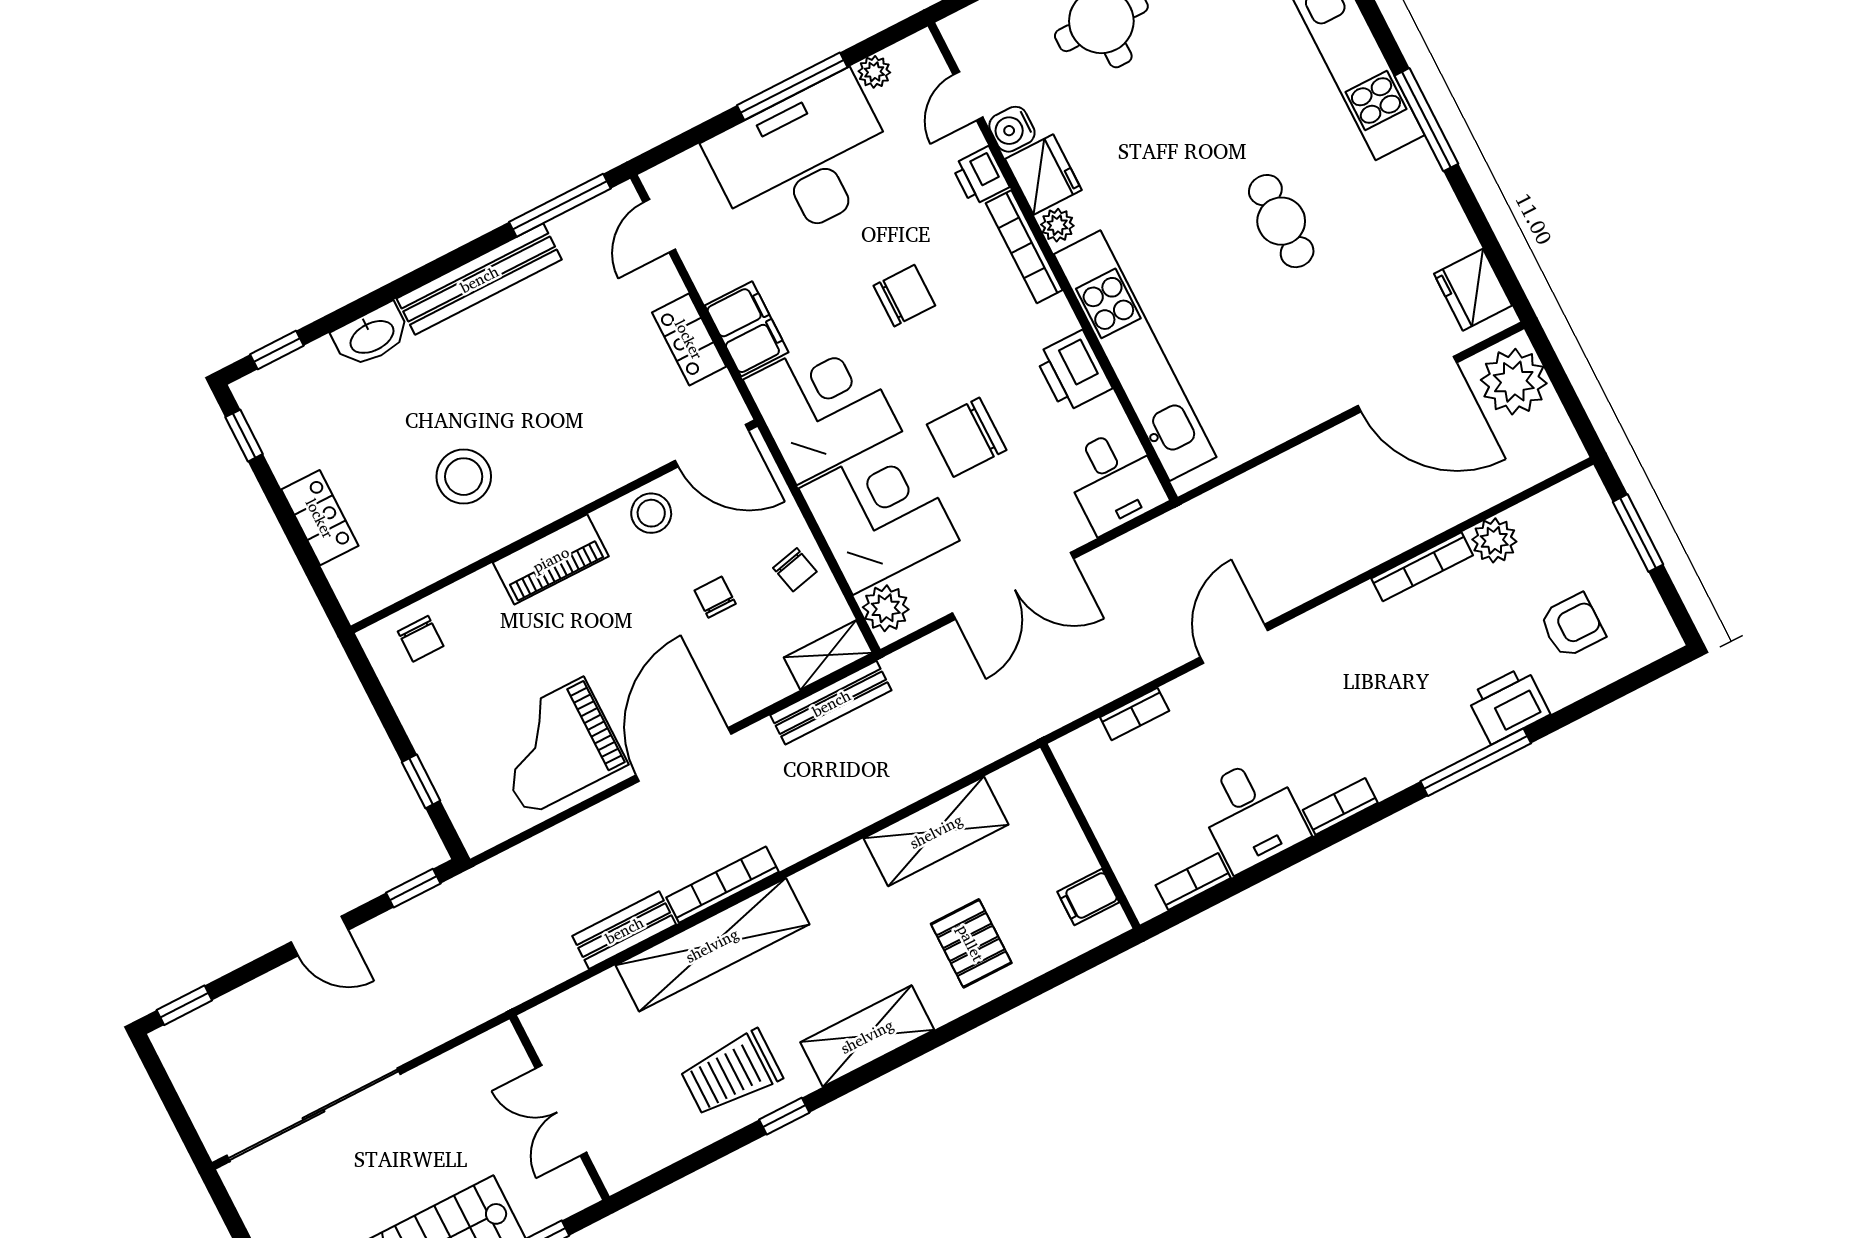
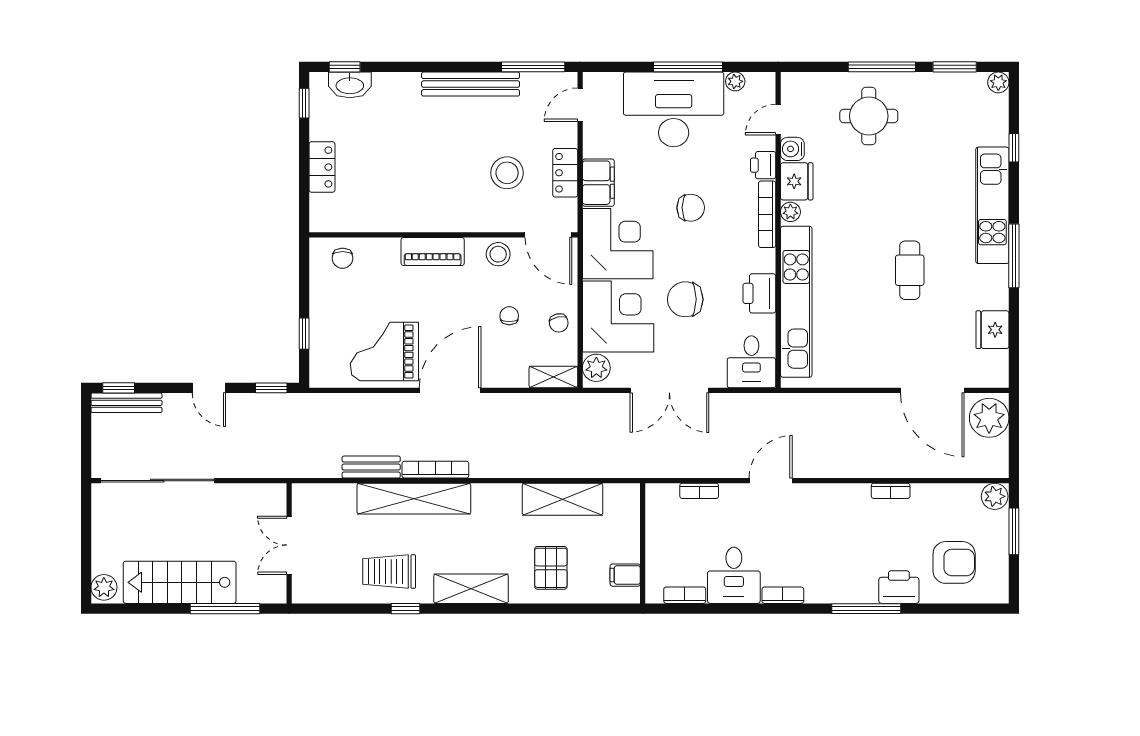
fridge: (1473, 290) -> (992, 330), moved
washbasin: (371, 336) -> (350, 85), moved
stool: (464, 477) -> (507, 173), moved
plant: (1494, 540) -> (995, 496), moved
bookcase: (1422, 567) -> (891, 491), width x0.64
armchair: (1572, 626) -> (954, 562), width x1.38, depth x1.38
bench: (831, 703) -> (126, 403), moved

